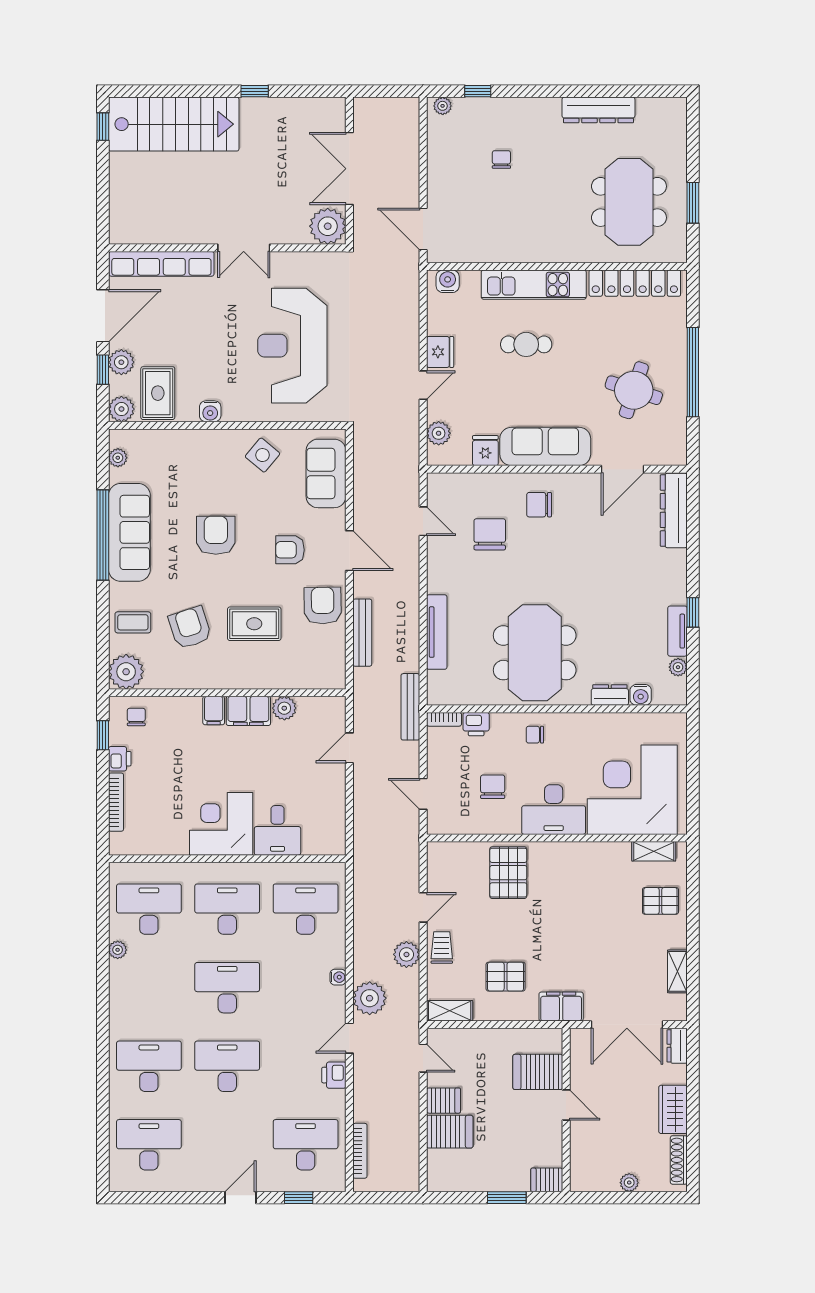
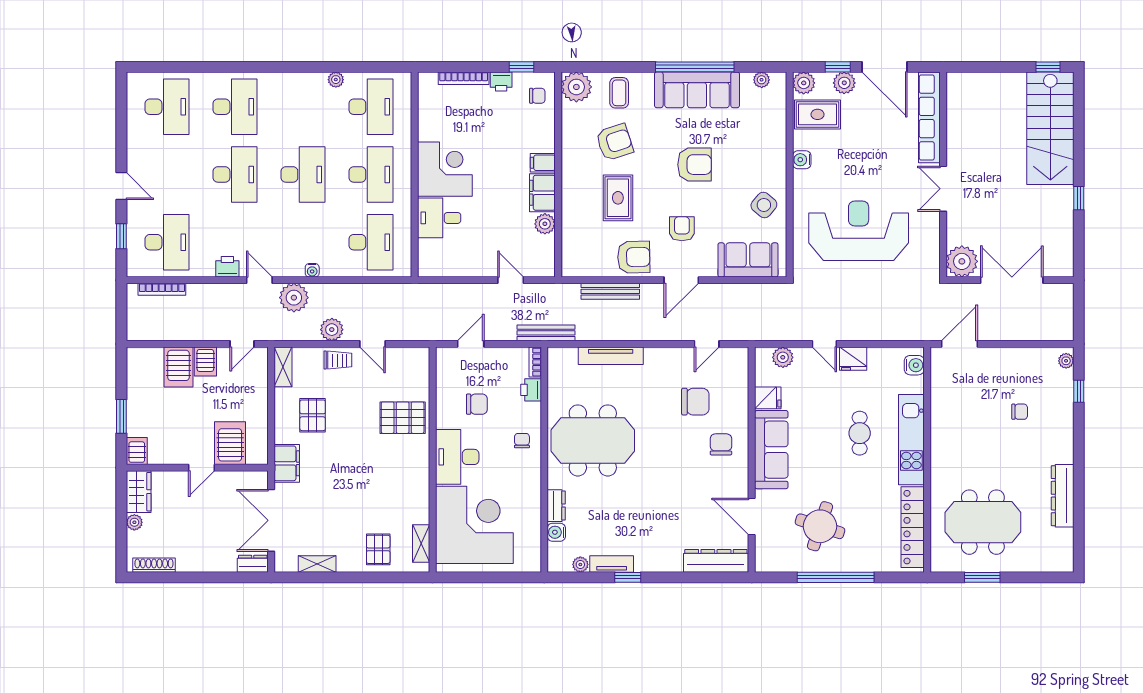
wardrobe: (673, 1109) -> (139, 492), moved, turned 90

